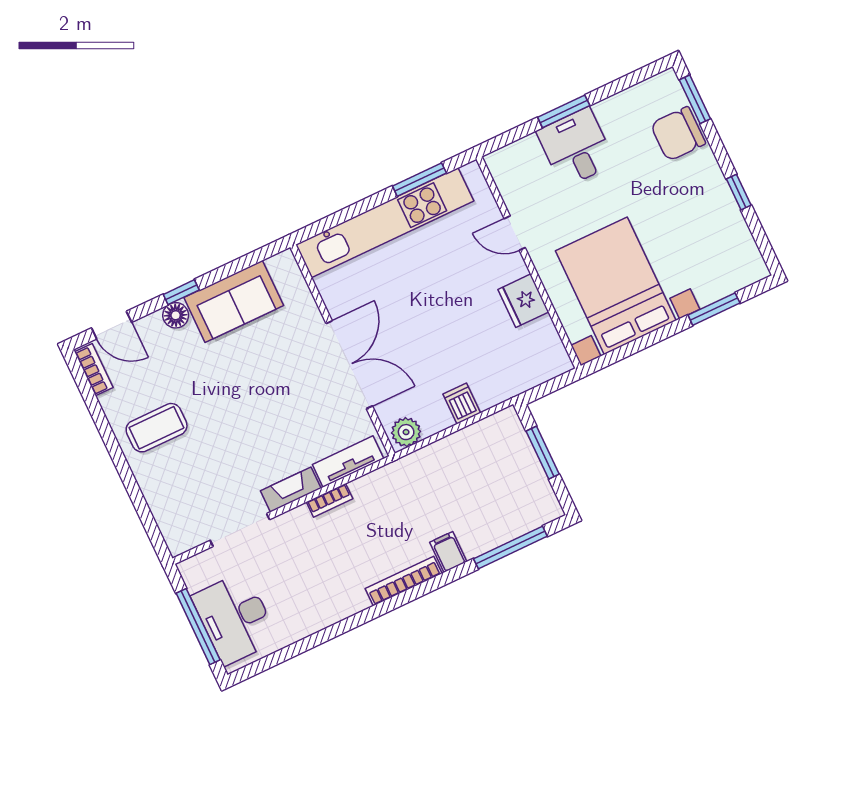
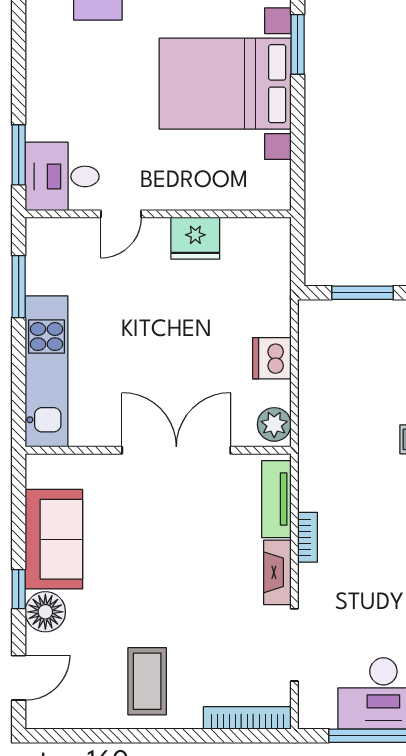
window: (564, 111) -> (19, 155), moved
desk: (576, 147) -> (62, 176), moved
kitchen unit: (385, 223) -> (46, 371), width x0.73
bed with nightstands: (616, 286) -> (225, 84), moved
floor lamp: (176, 315) -> (45, 612), width x1.38, depth x1.38
bookcase: (94, 370) -> (247, 718), moved, width x1.56
dishwasher: (462, 403) -> (272, 358), width x1.38

